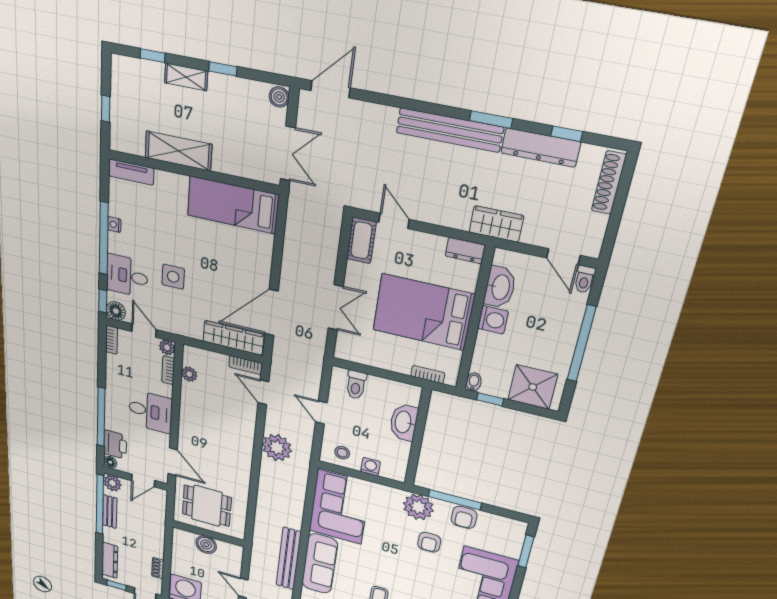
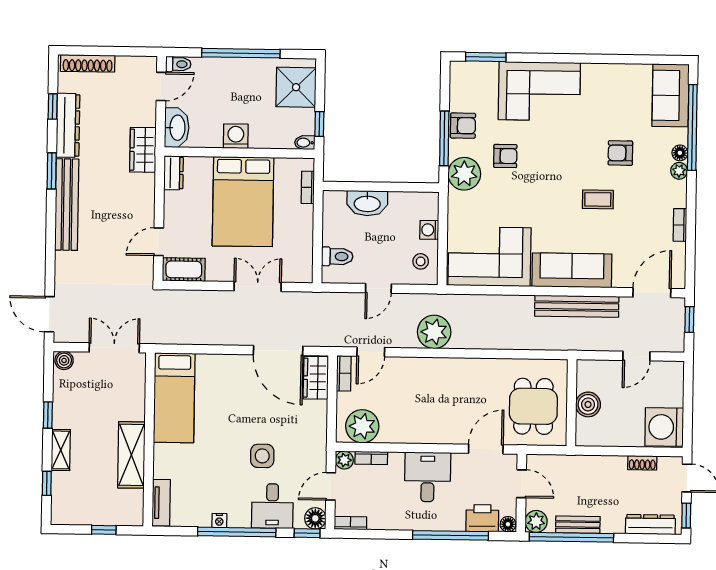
washbasin: (500, 287) -> (177, 128), moved, turned 90
wardrobe: (233, 338) -> (316, 378), width x0.67
plant: (189, 374) -> (362, 426), width x1.88, depth x1.88

